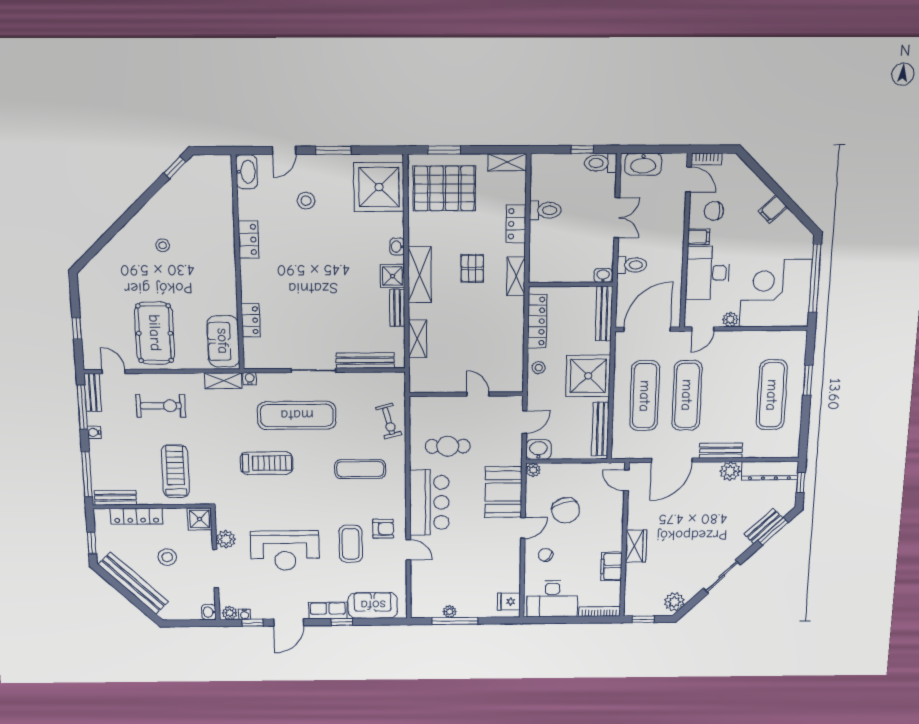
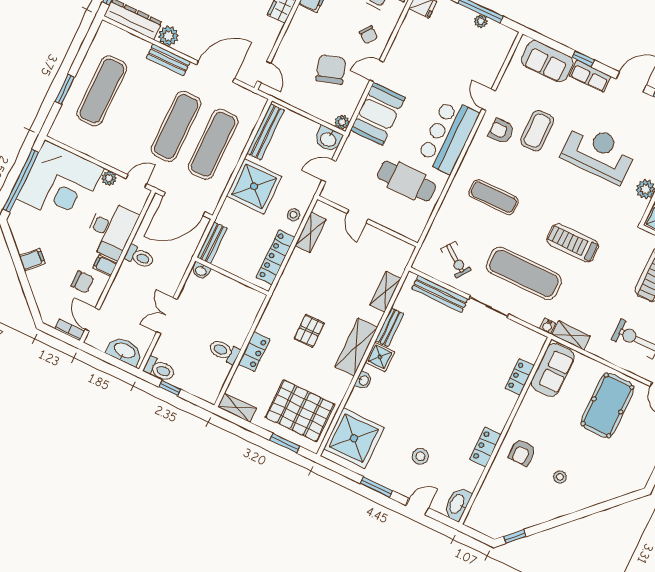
armchair: (211, 251) -> (522, 452), added
toilet: (632, 265) -> (139, 257), moved, turned 180
shelving: (516, 276) -> (310, 233), moved
bench: (604, 314) -> (212, 243), width x0.73
exercise bike: (389, 421) -> (456, 260), moved, turned 141
cafe table: (448, 446) -> (407, 181), width x1.37, depth x1.35

